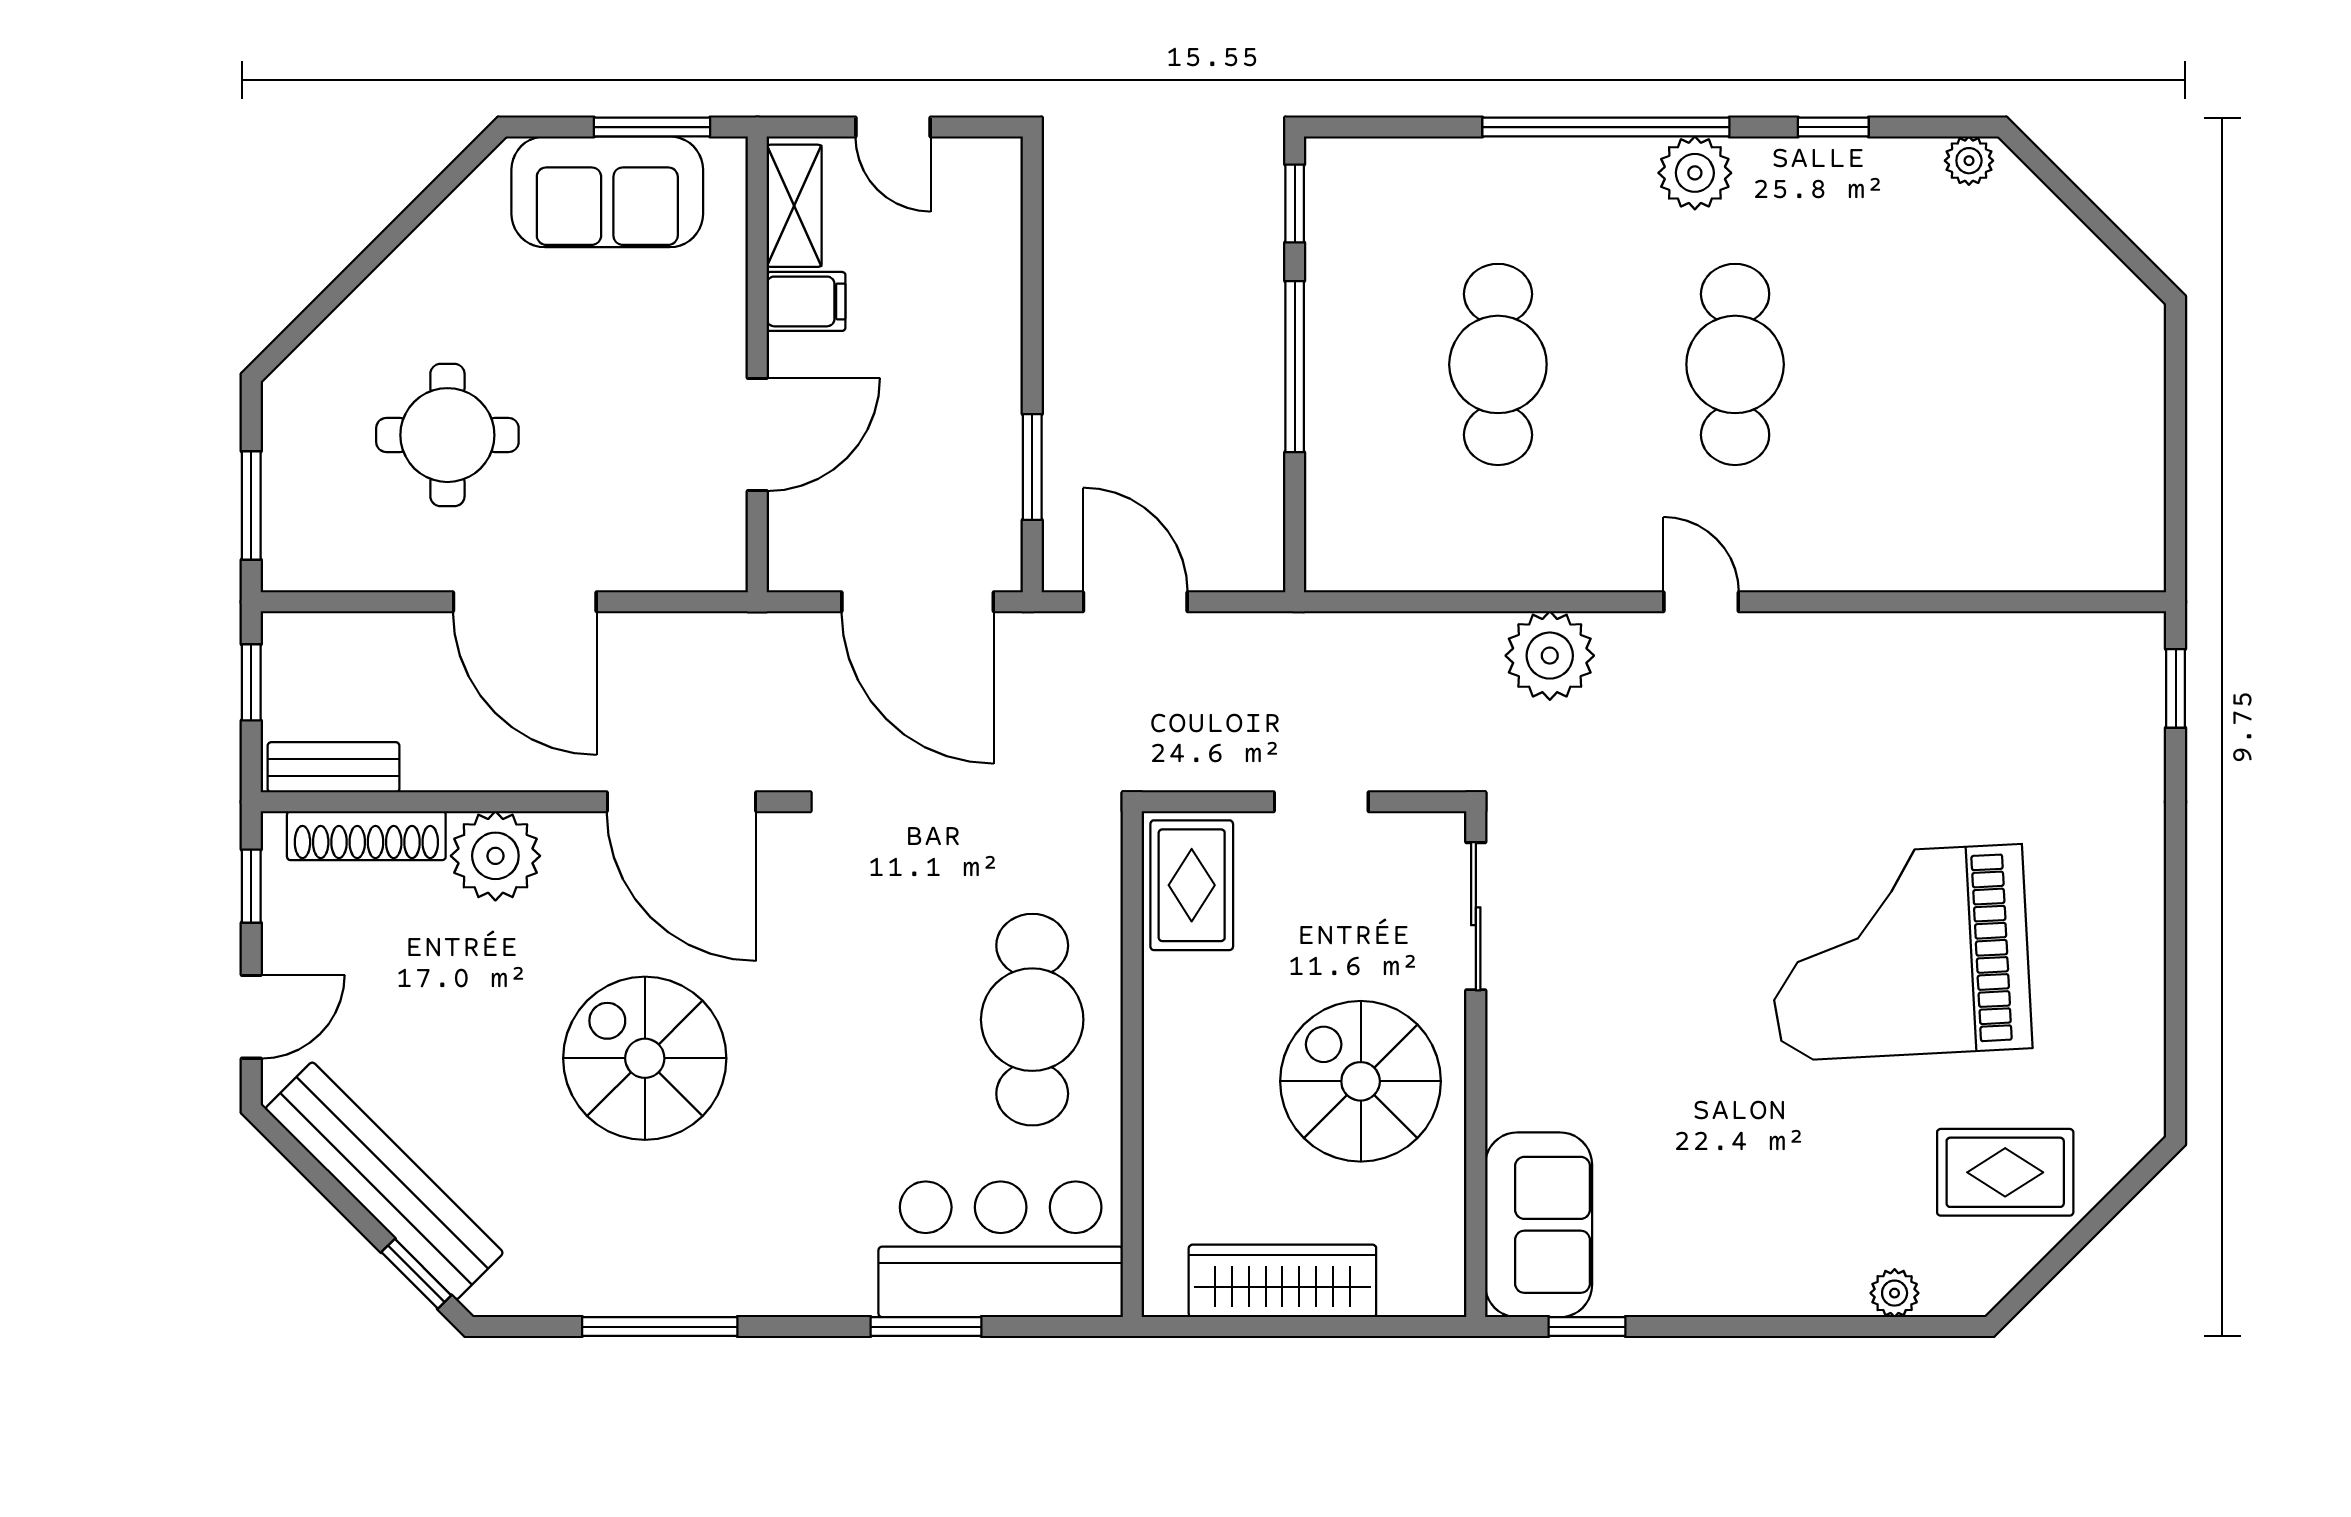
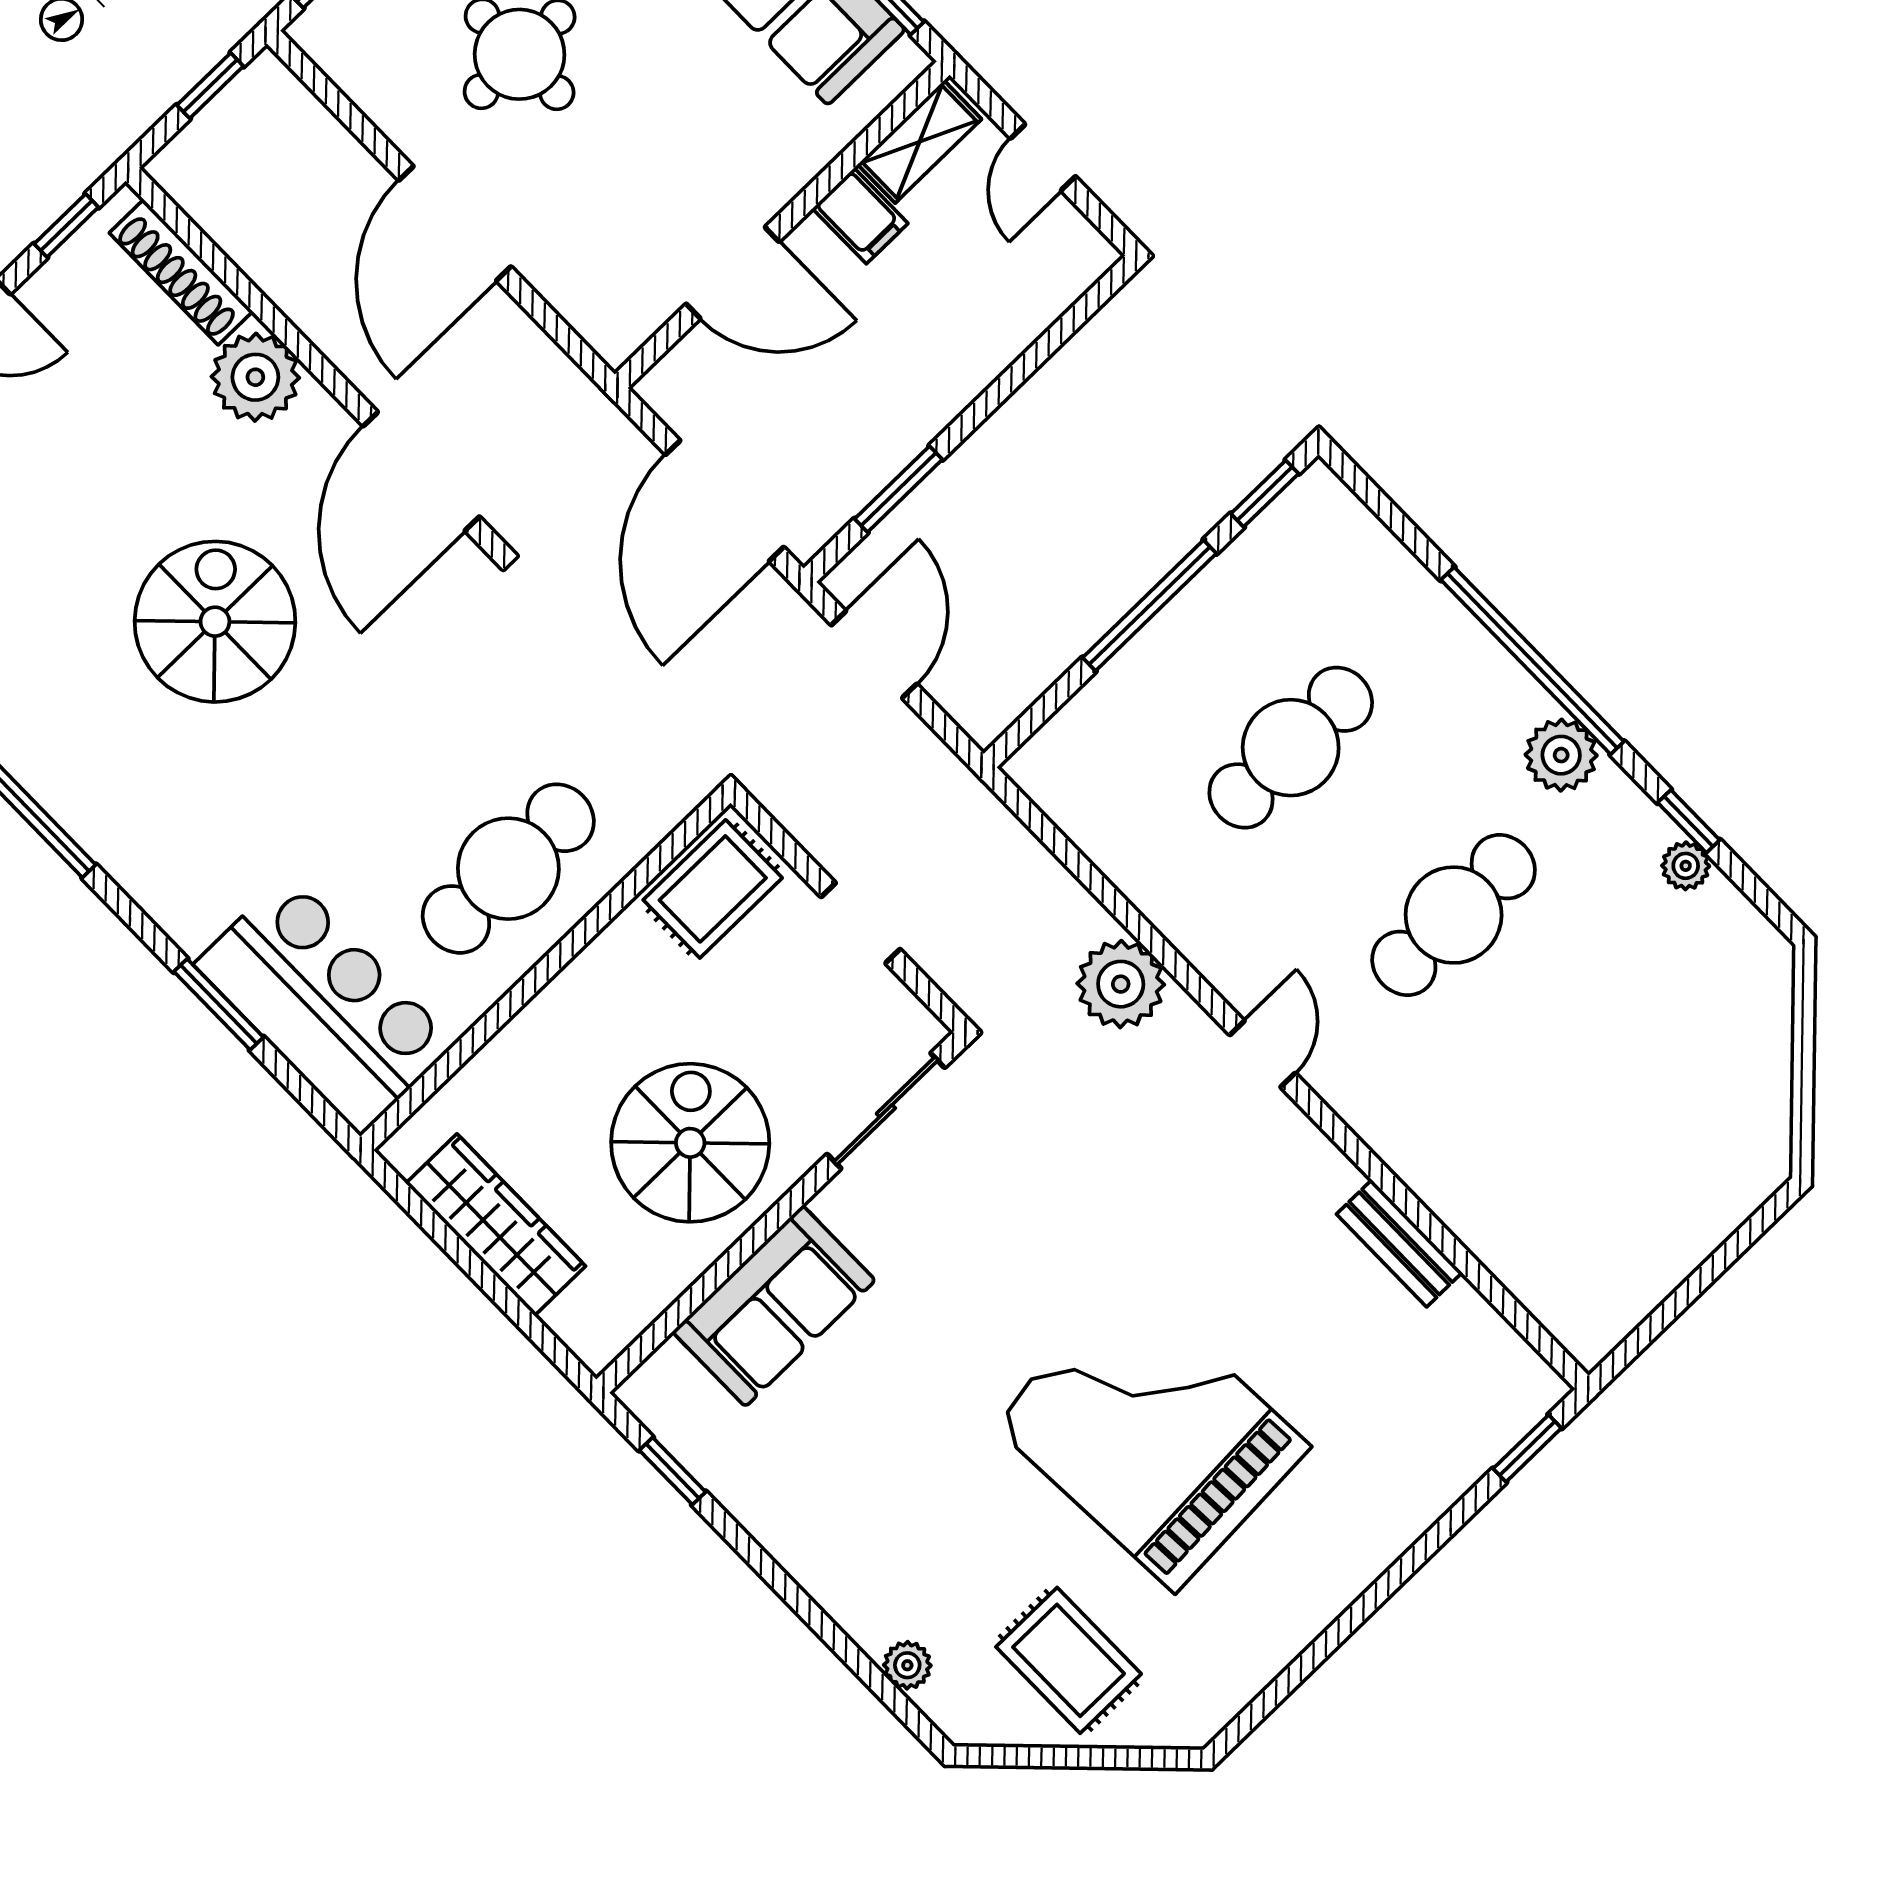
plant: (1969, 161) -> (1686, 866), moved
bench: (334, 767) -> (1399, 1243), moved
sofa: (1539, 1225) -> (774, 1306), moved

